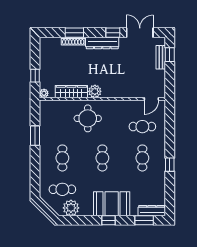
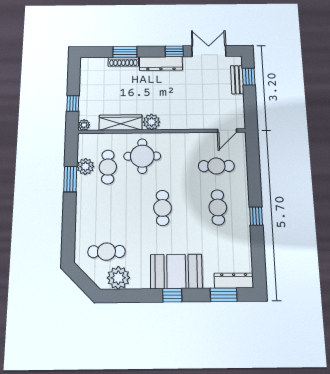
plant: (46, 126) -> (85, 167), added
cafe table: (62, 158) -> (108, 167), moved

